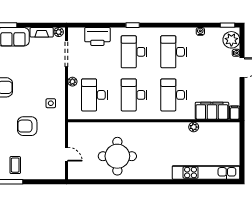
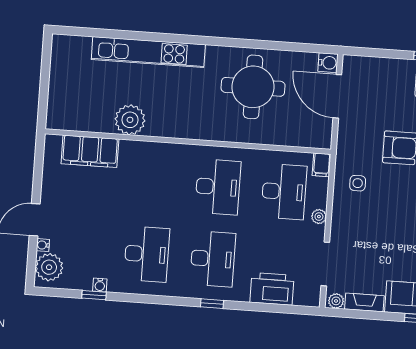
window: (227, 25) -> (94, 295), moved
desk: (174, 95) -> (152, 182), removed
filing cabinet: (235, 113) -> (322, 165), moved
plant: (194, 127) -> (130, 120), width x1.87, depth x1.87
door: (67, 154) -> (337, 96), width x1.87
kitchen unit: (206, 173) -> (148, 52), moved
water cooler: (74, 174) -> (328, 63), added

